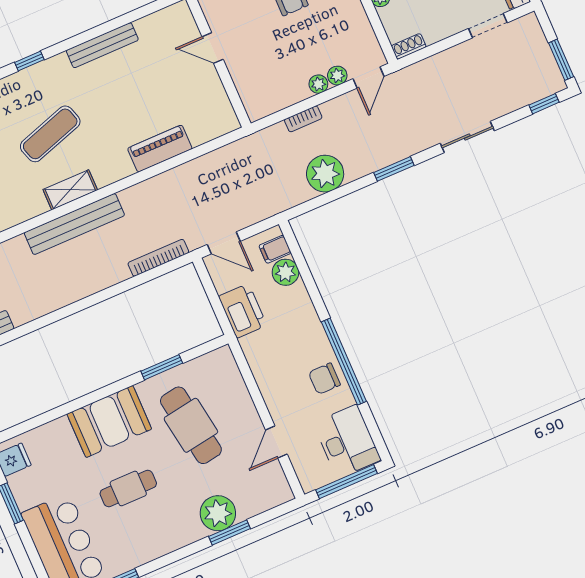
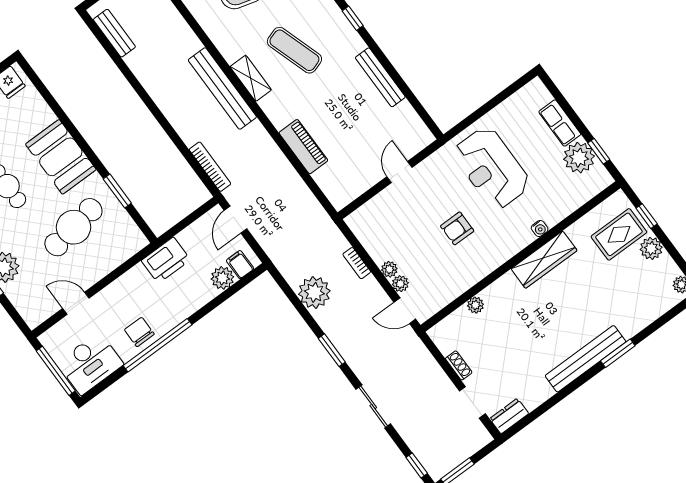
shoe rack: (409, 46) -> (459, 365), moved
printer: (243, 311) -> (166, 260), moved

